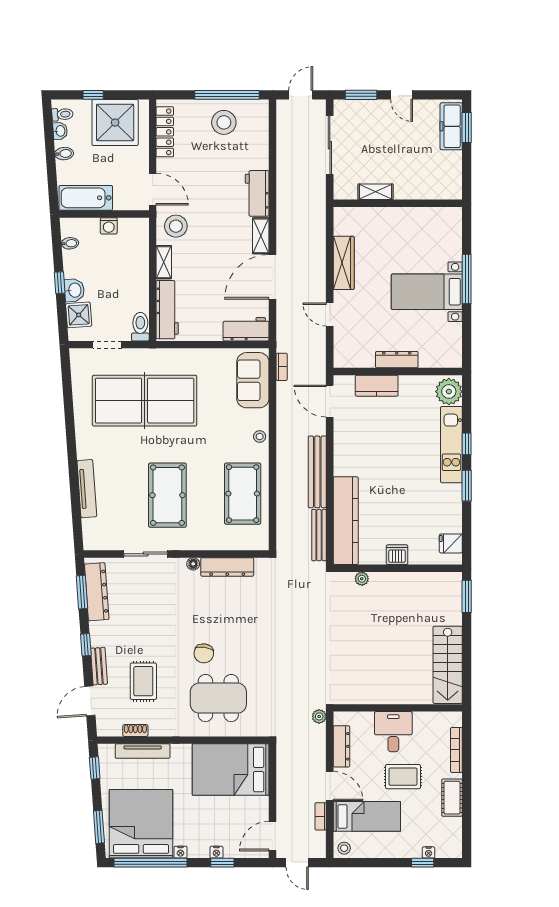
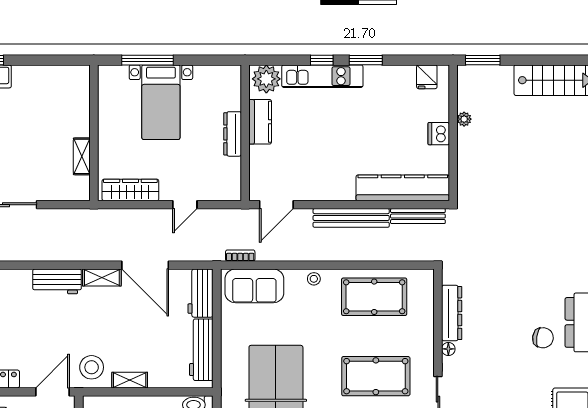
shelving: (376, 192) -> (82, 156), moved
wall: (398, 203) -> (94, 133), moved
workbench: (167, 310) -> (201, 350), moved, turned -90
kitchen counter: (377, 386) -> (260, 122), moved
plant: (362, 579) -> (464, 119), moved

